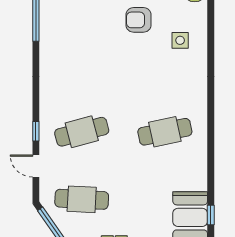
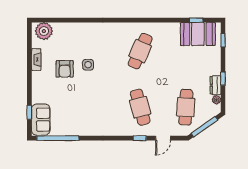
side table: (180, 40) -> (88, 65), moved
cafe table: (165, 132) -> (140, 51), turned 36

